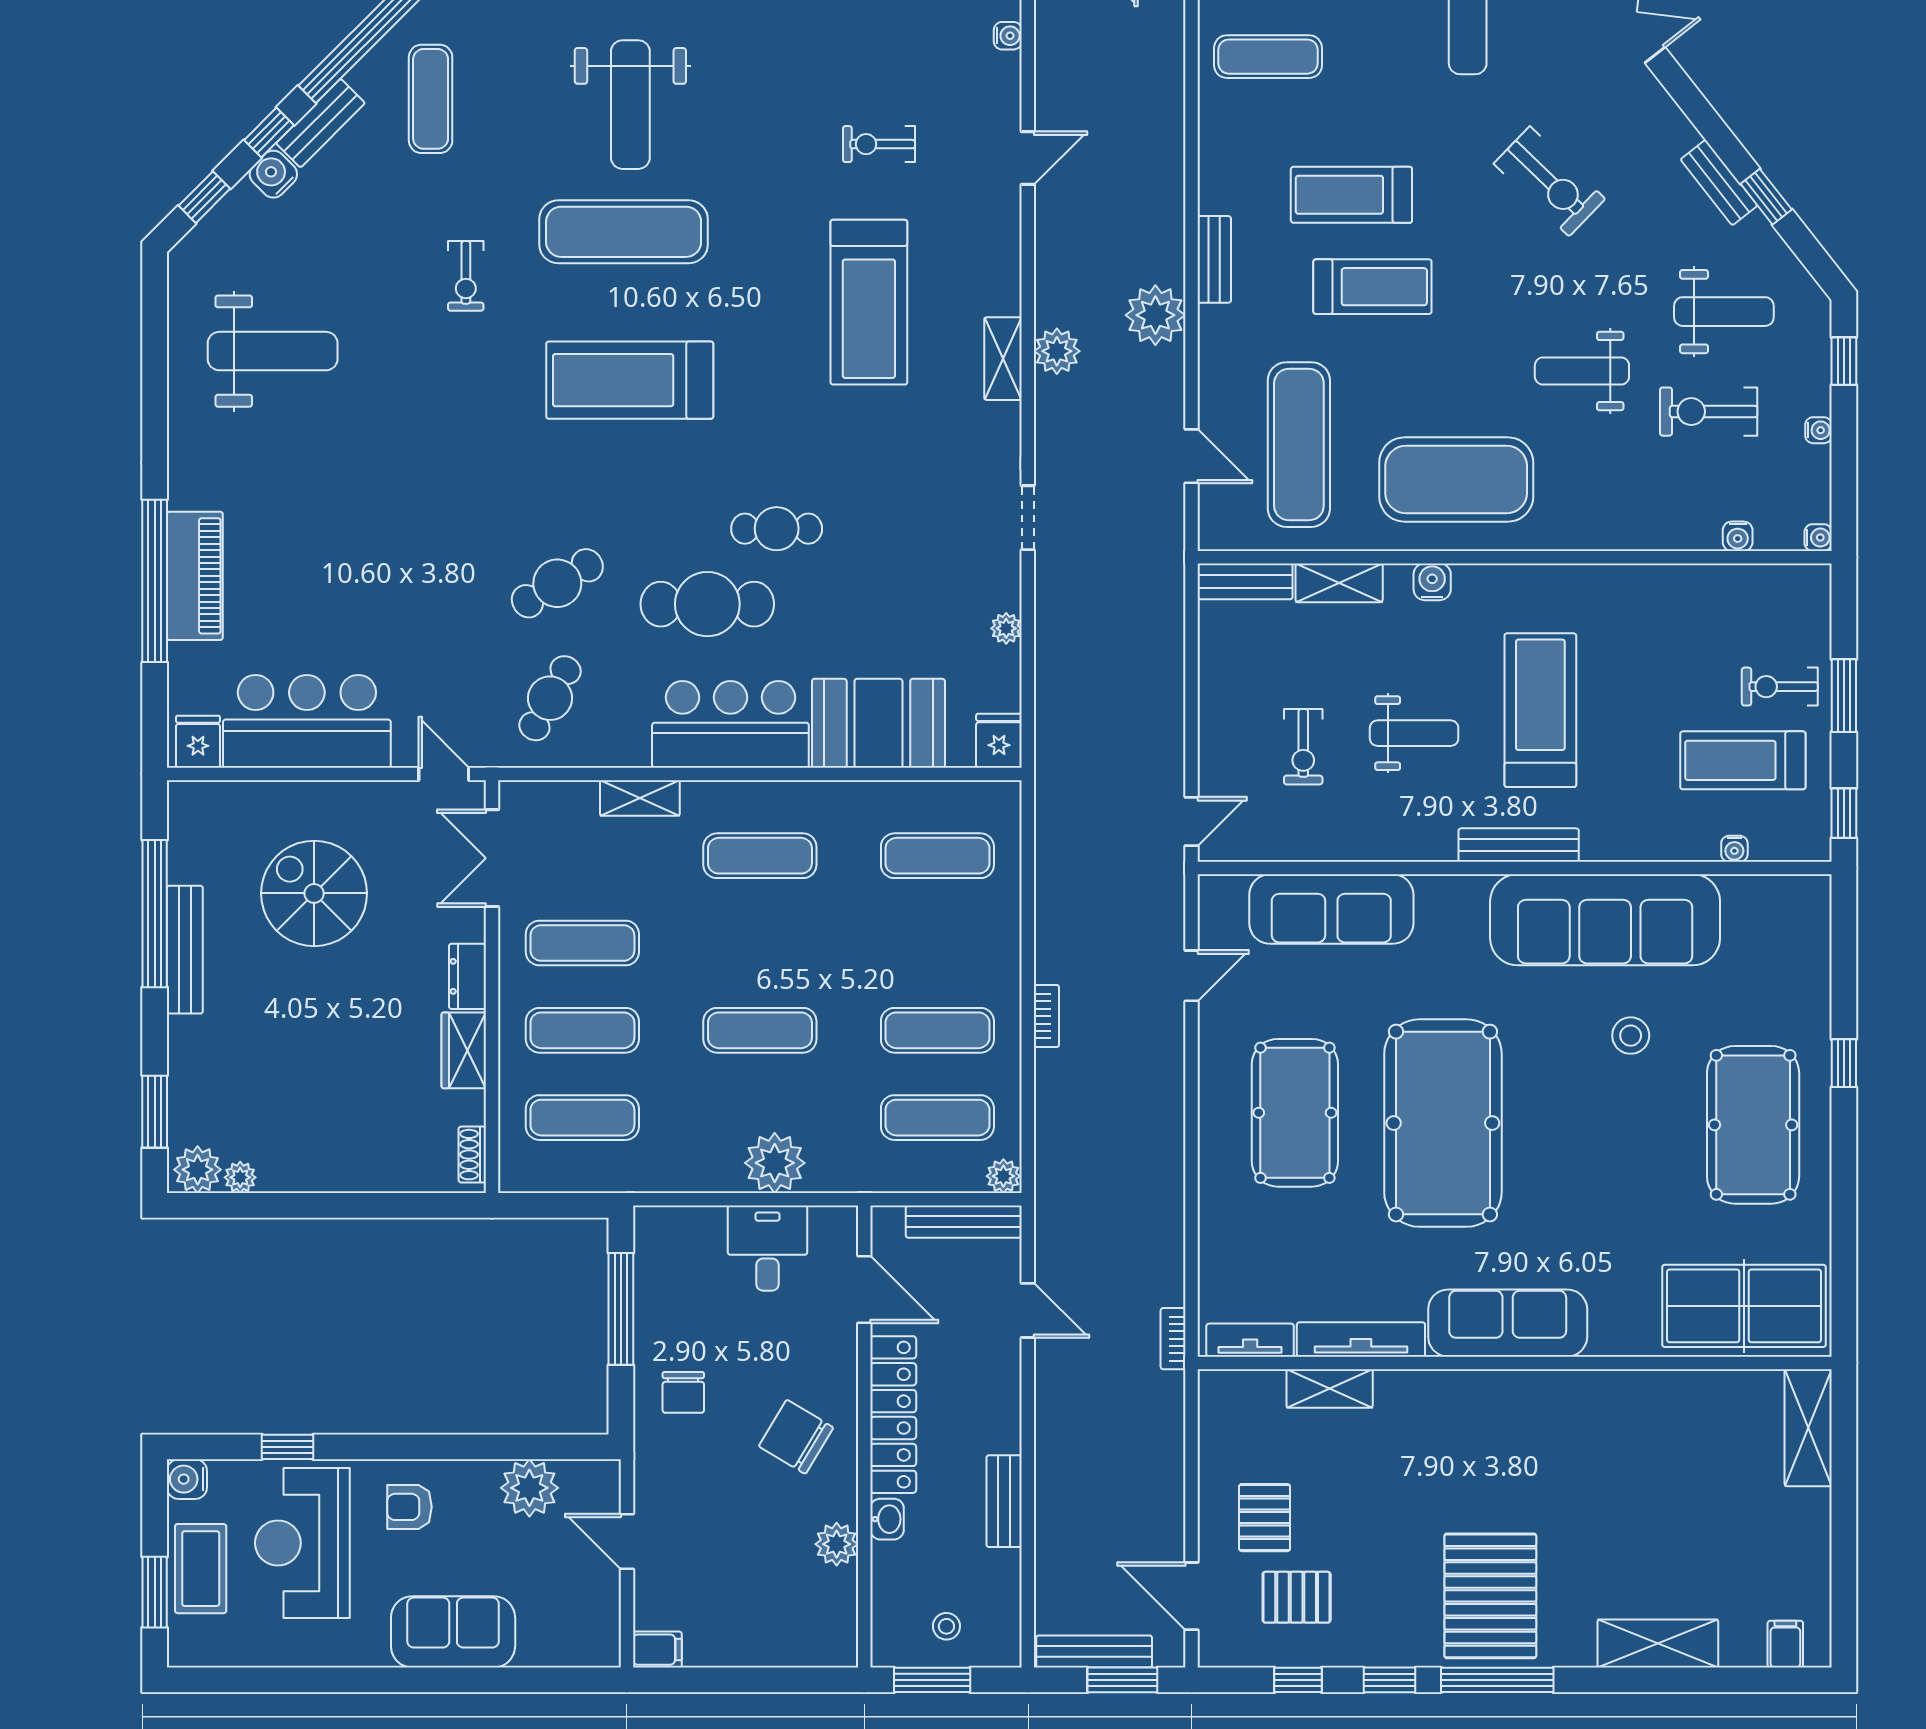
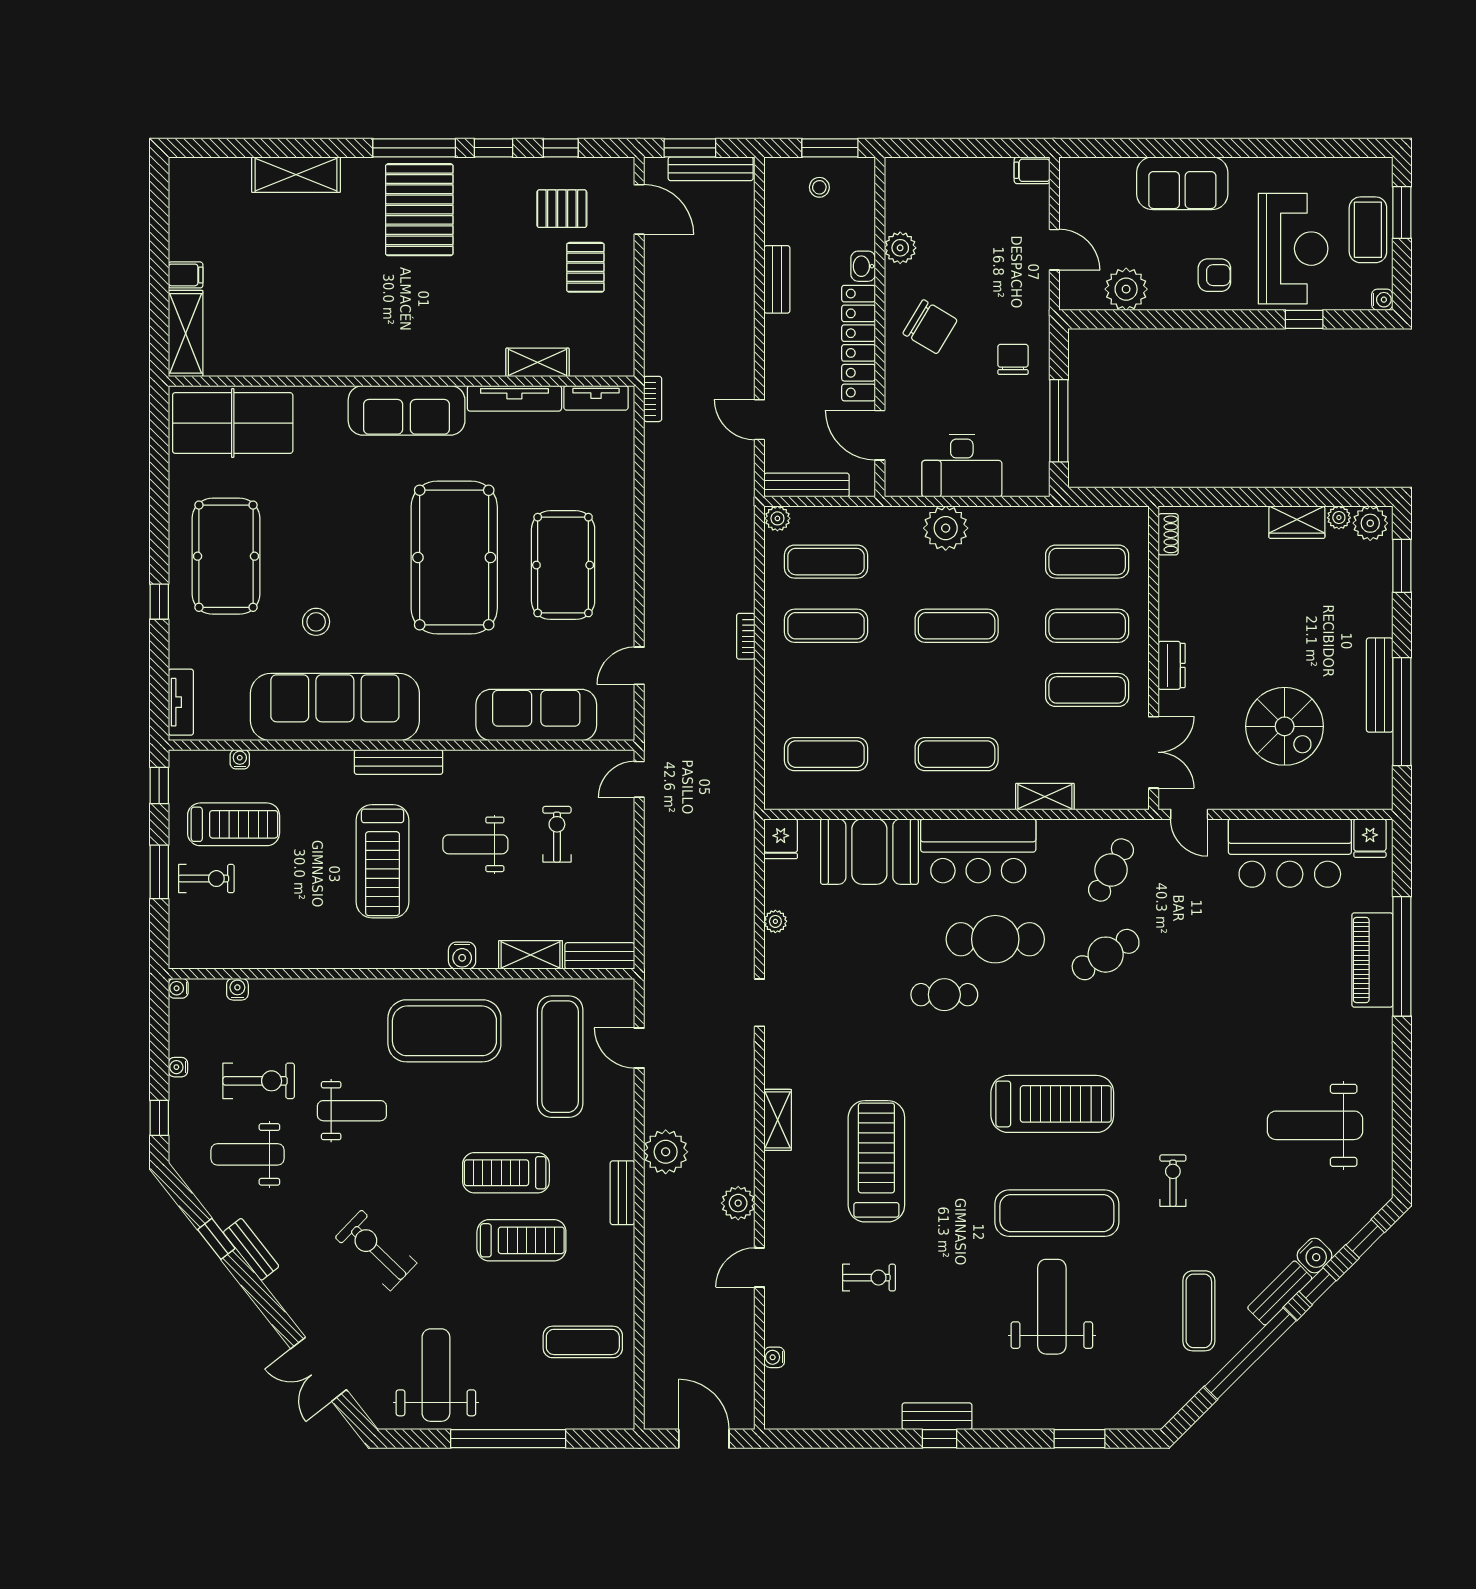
plant: (1057, 351) -> (738, 1203), moved
tv unit: (1814, 926) -> (181, 702), added
wardrobe: (464, 1050) -> (1297, 522), moved, turned 90
desk: (768, 1248) -> (962, 466), width x1.37
water cooler: (187, 1479) -> (1382, 300), width x0.72, depth x0.72
filing cabinet: (1785, 1644) -> (186, 275), moved, turned -90

